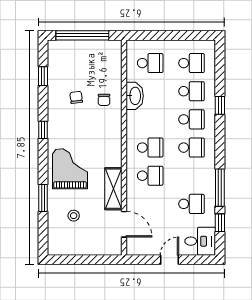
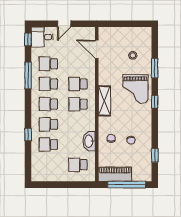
piano: (99, 50) -> (115, 174), added
school desk: (192, 63) -> (48, 84), moved
window: (43, 130) -> (155, 102), moved
shelving: (113, 189) -> (104, 101), moved
window: (220, 223) -> (28, 39), moved

